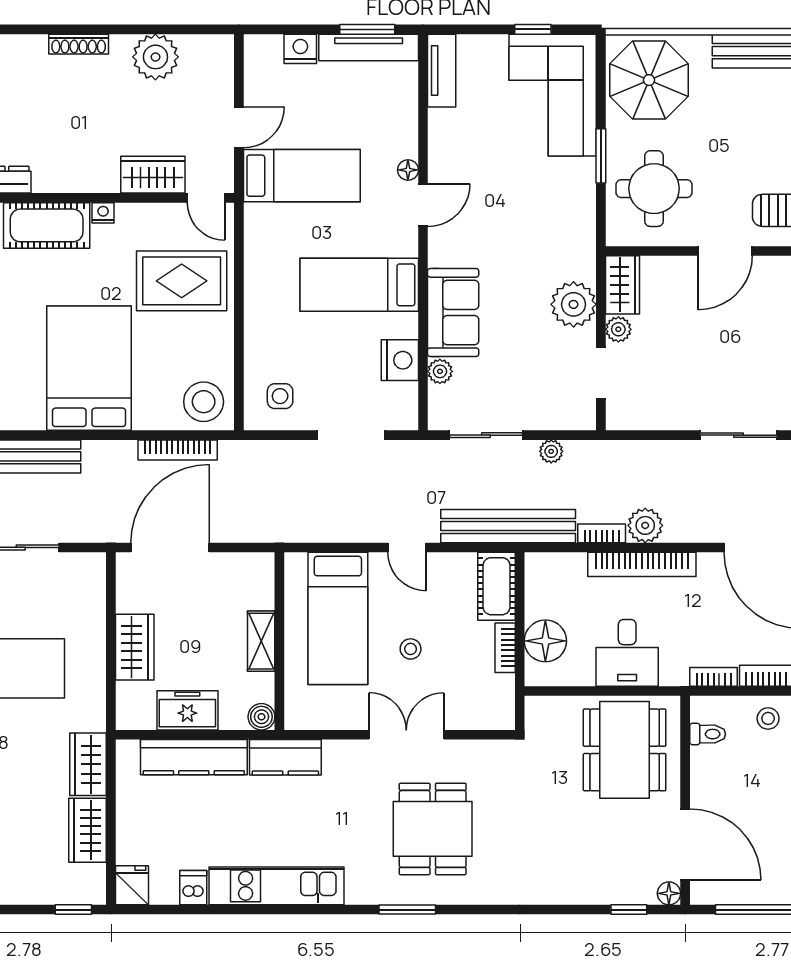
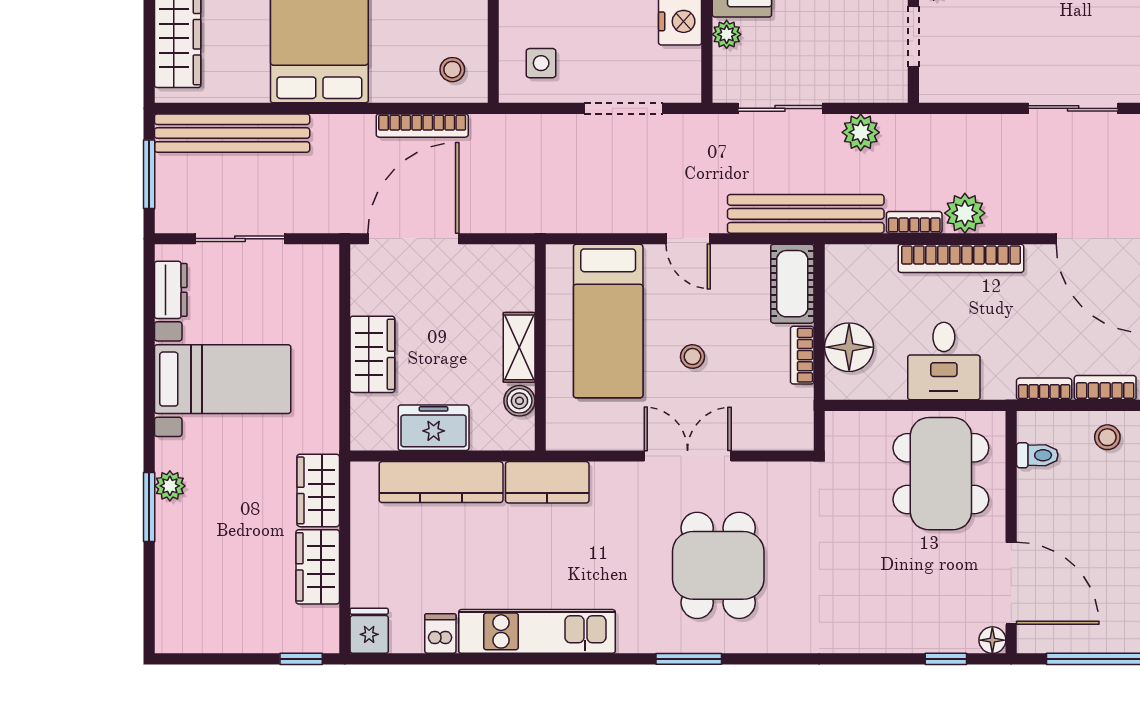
stool: (204, 402) -> (452, 70), width x0.53, depth x0.53
plant: (551, 451) -> (861, 132), width x1.38, depth x1.38
boiler: (261, 717) -> (519, 401), moved

